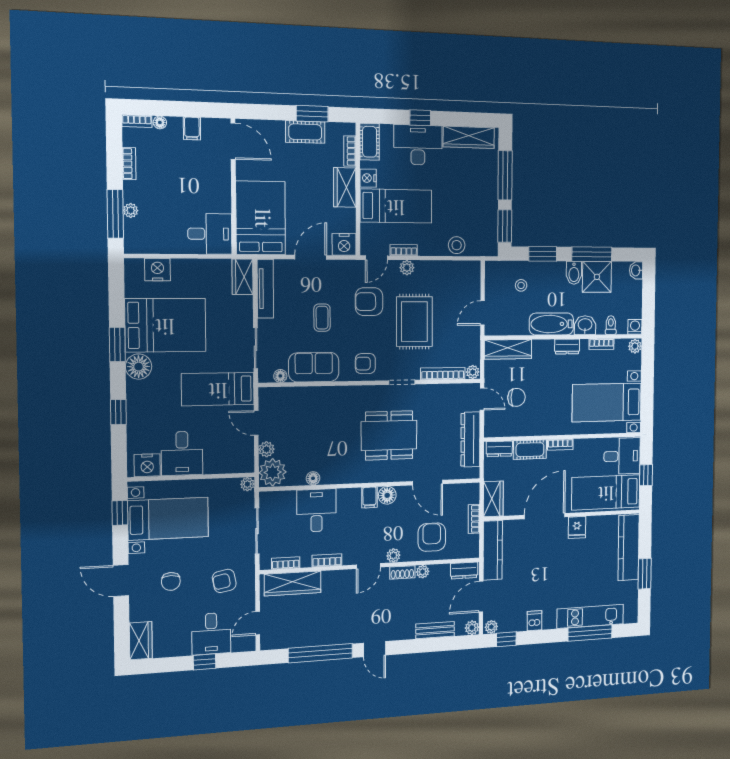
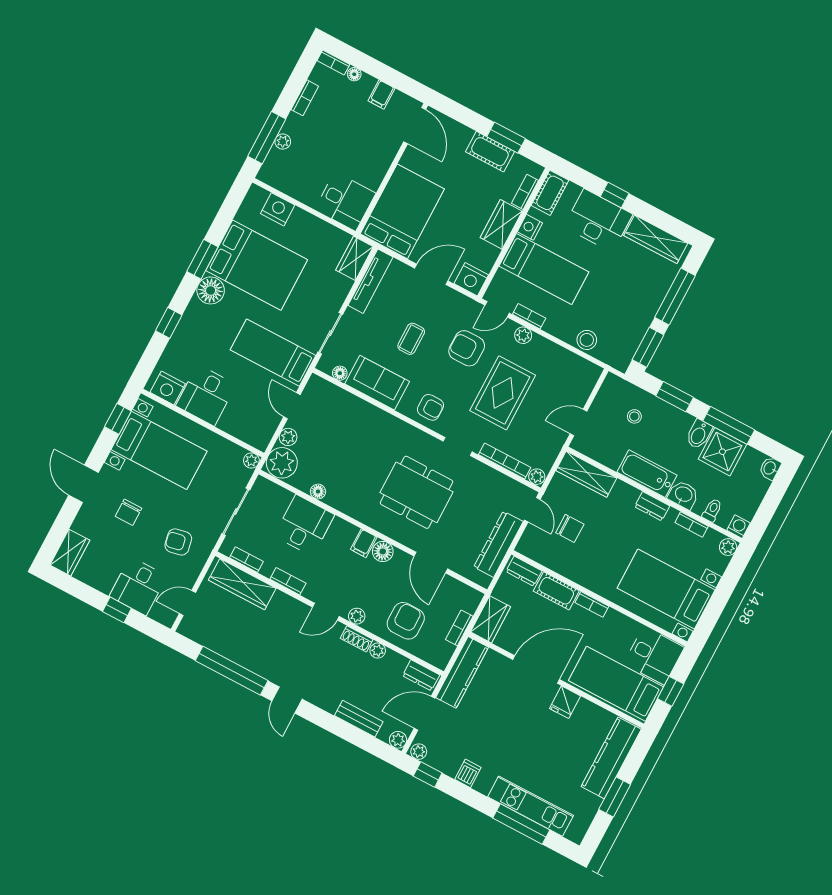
armchair: (365, 364) -> (431, 407), turned 180

